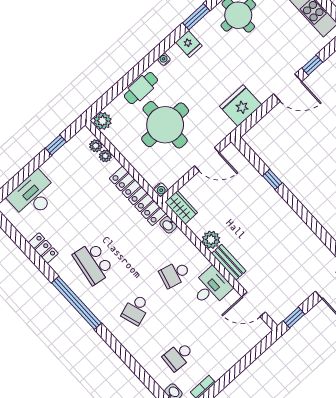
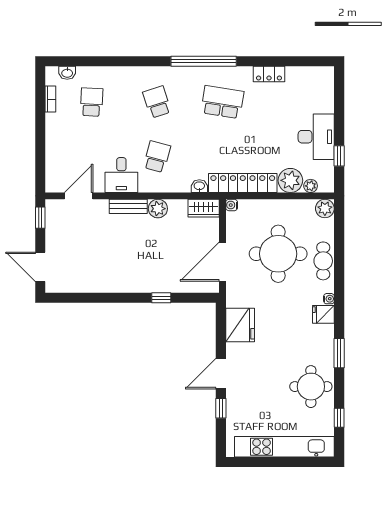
fridge: (189, 44) -> (323, 314), moved
plant: (105, 156) -> (290, 180), width x1.88, depth x1.88
door: (207, 159) -> (223, 262), width x1.36
desk: (33, 195) -> (316, 137), moved

